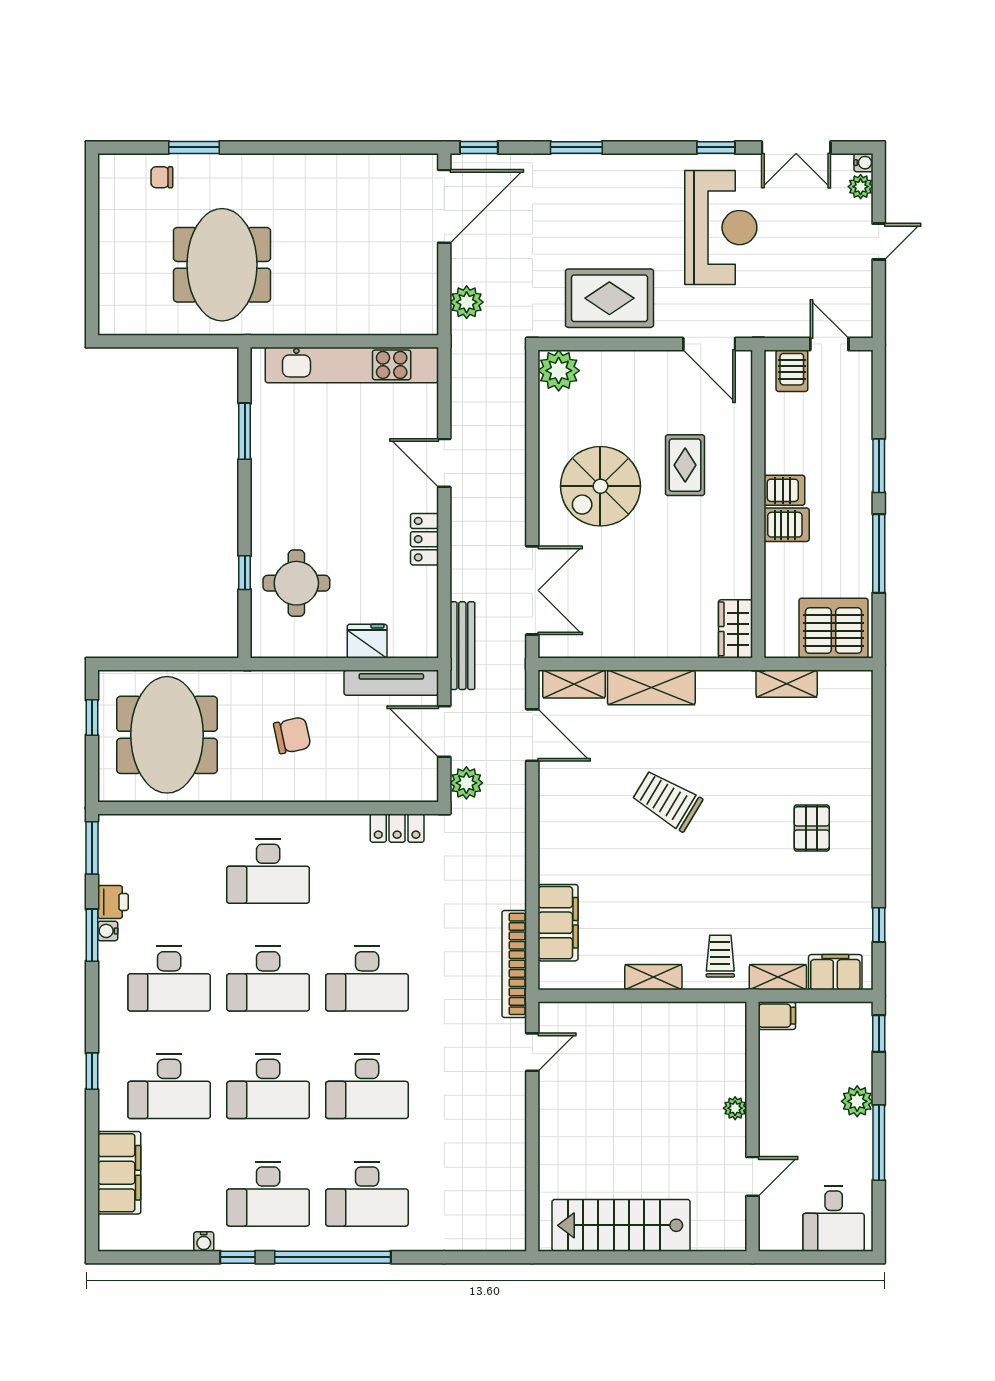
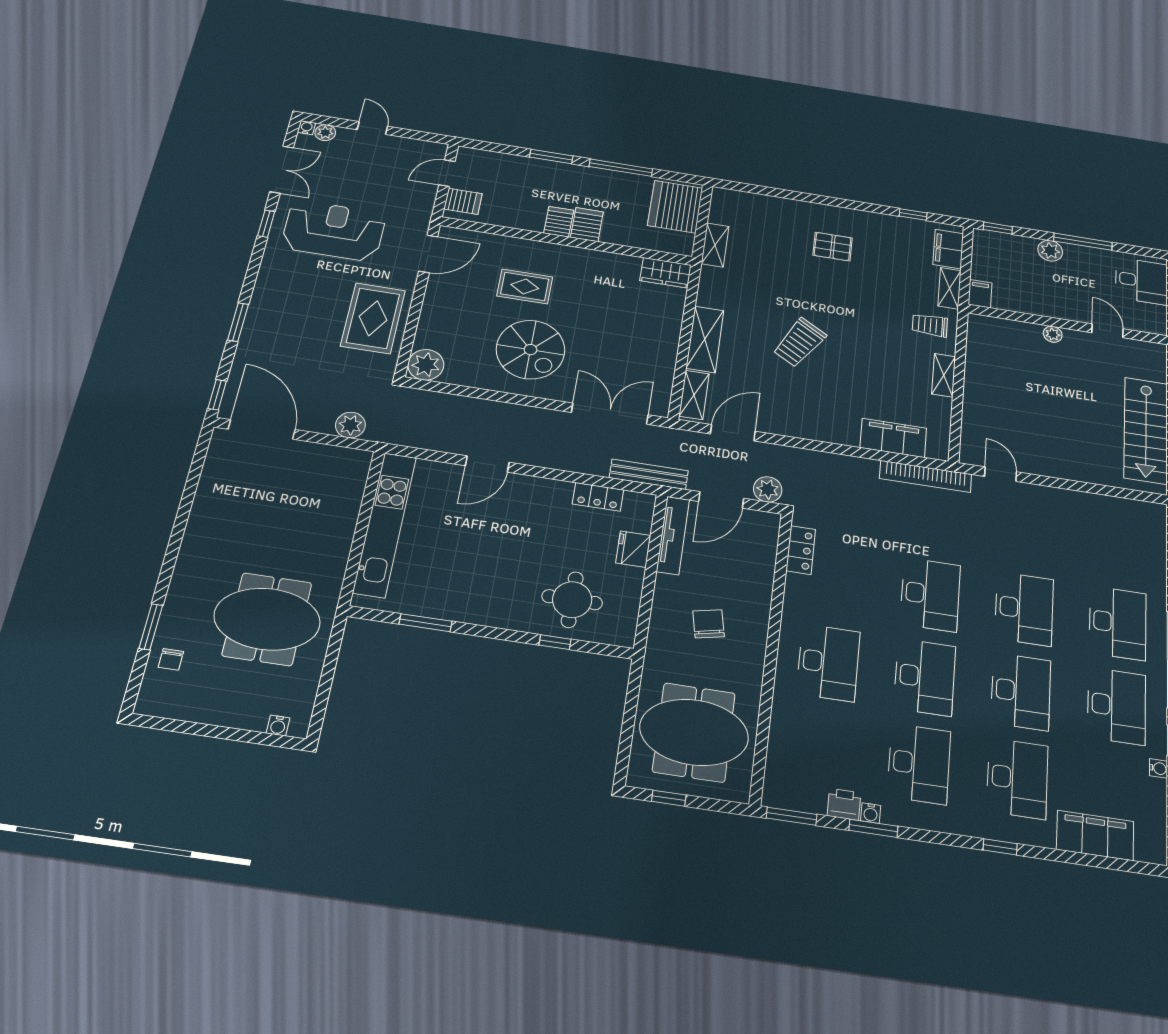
water cooler: (108, 303) -> (278, 726), added
locker: (425, 539) -> (598, 497), moved

